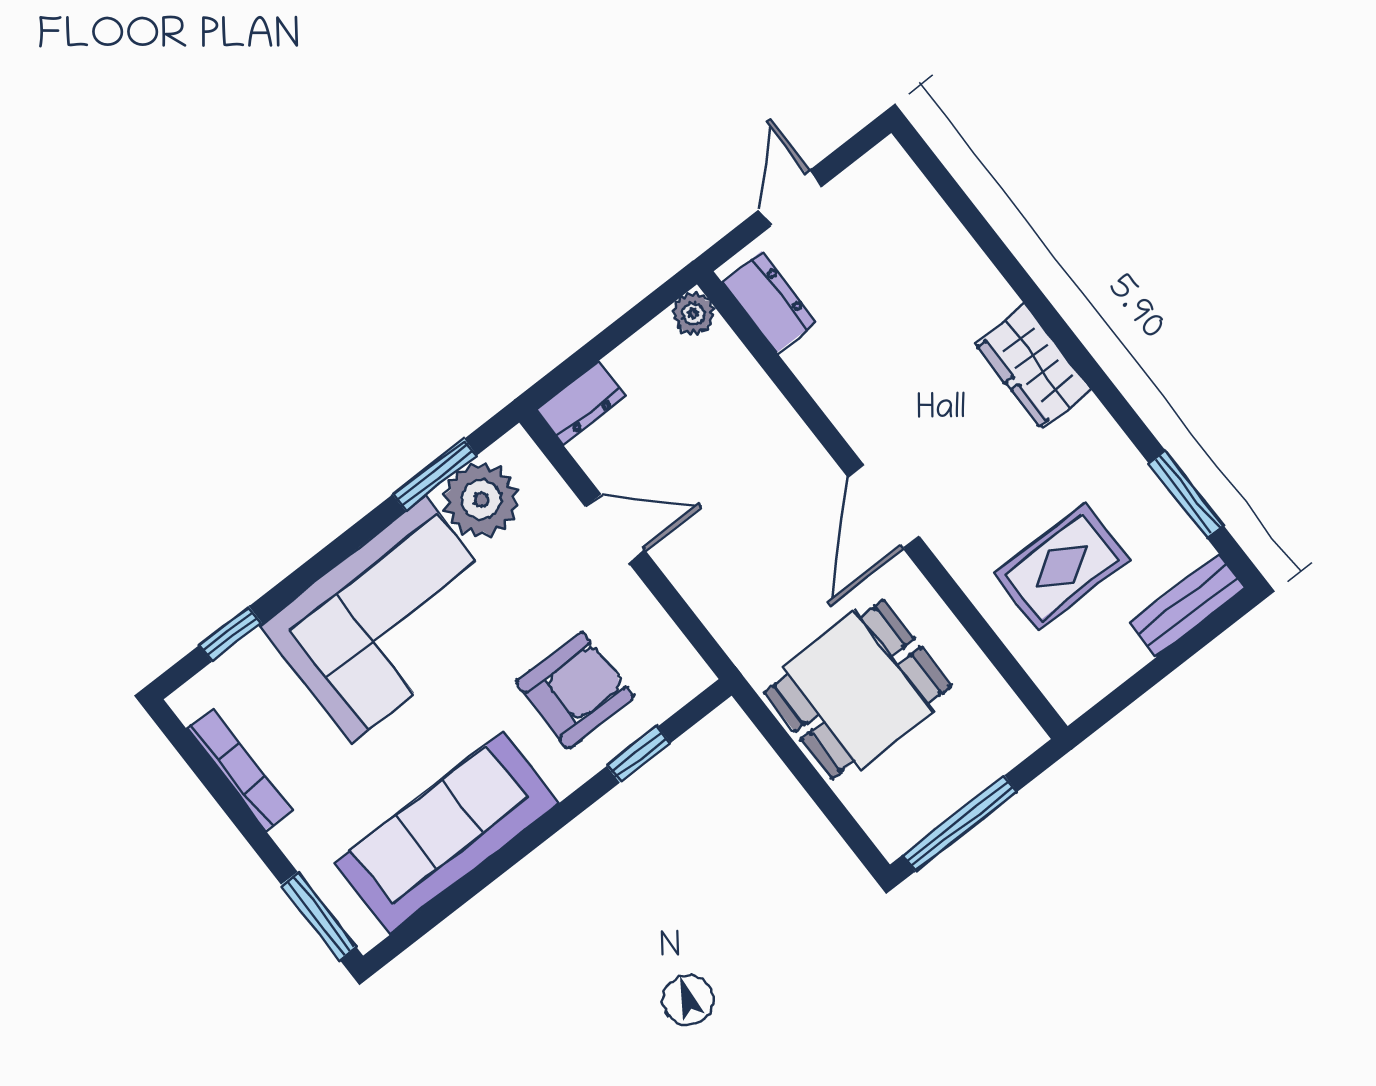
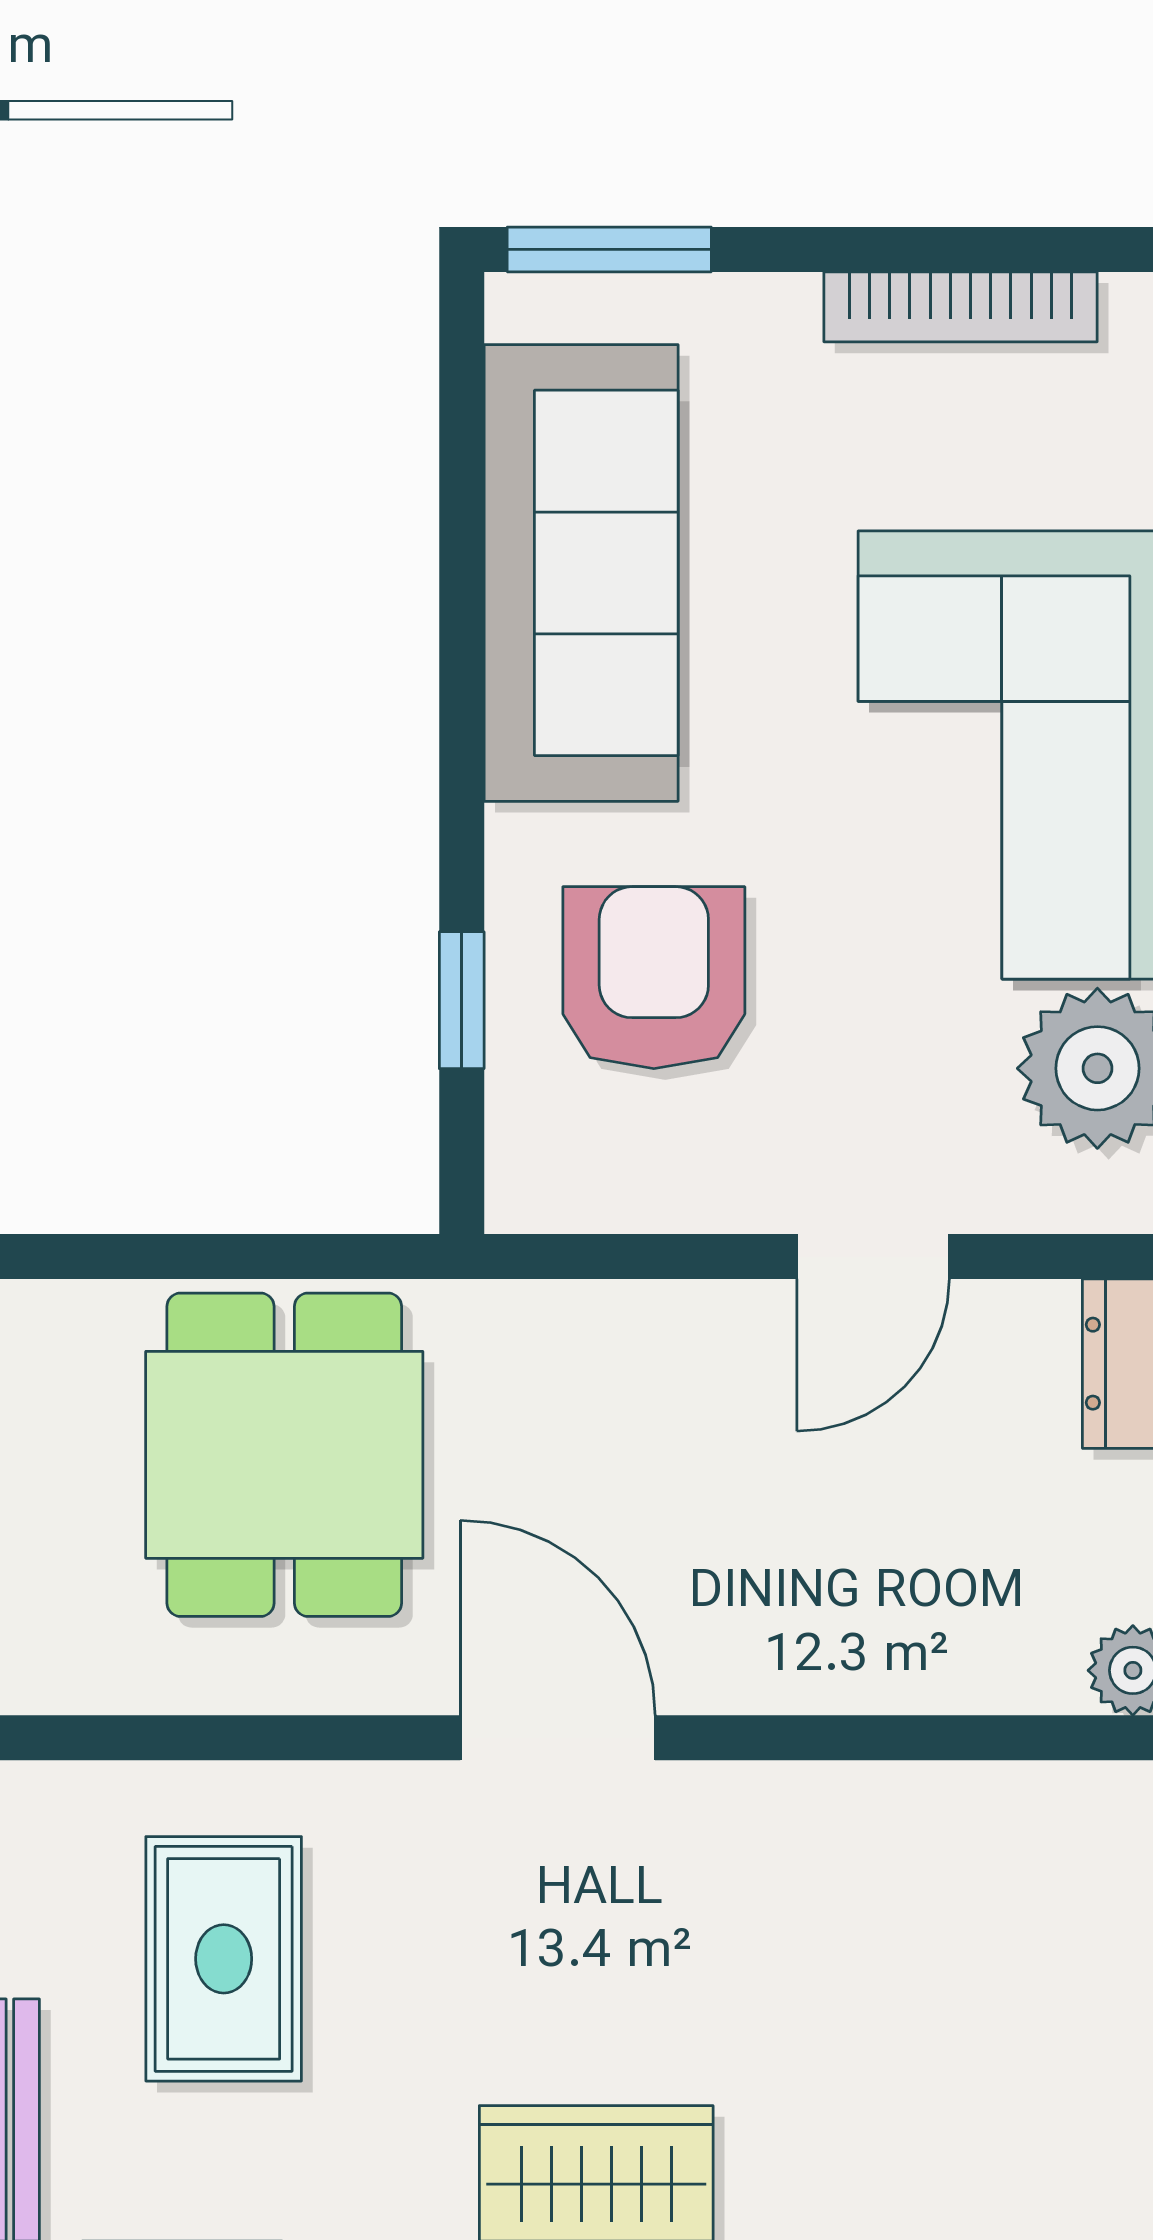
dresser: (769, 302) -> (1053, 1814), removed
armchair: (575, 690) -> (654, 978), turned 180

